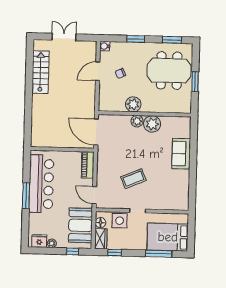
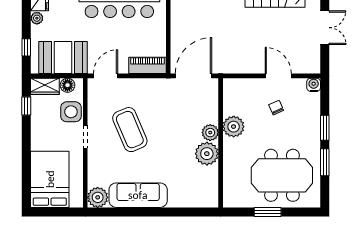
window: (172, 40) -> (325, 162), moved
meeting table: (169, 70) -> (282, 175), turned 90
sofa: (181, 154) -> (138, 195), moved, width x1.36
coffee table: (133, 179) -> (130, 130), width x1.36, depth x1.32
plant: (181, 203) -> (98, 197), added
window: (159, 254) -> (26, 167), removed

